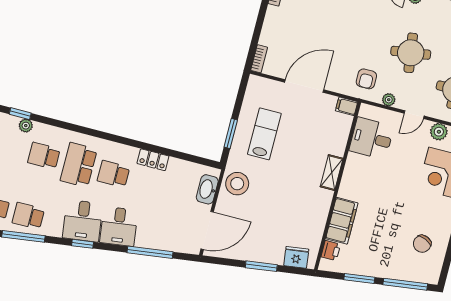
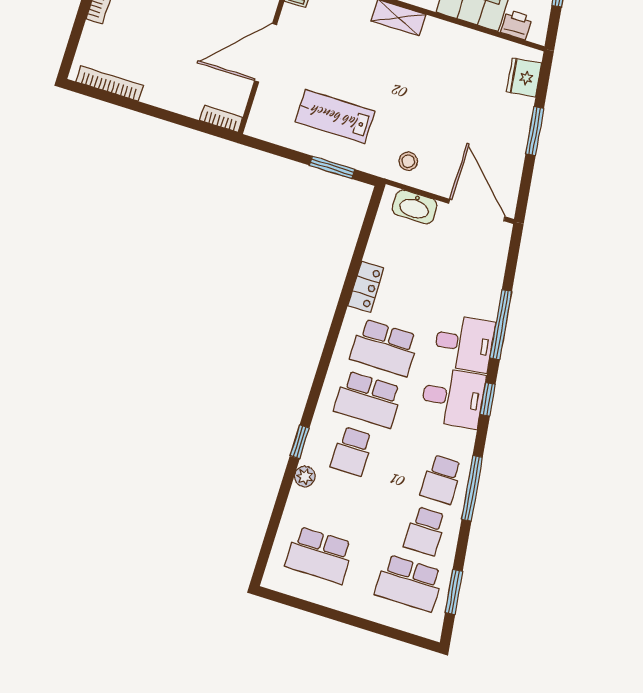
door: (304, 86) -> (266, 53), hinge flipped
window: (20, 114) -> (300, 442), moved
school desk: (113, 174) -> (384, 348), width x1.85
stool: (237, 184) -> (408, 161), width x0.53, depth x0.53
window: (150, 252) -> (501, 325), moved

